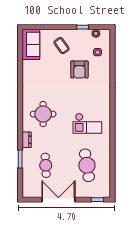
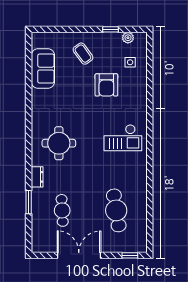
sofa: (31, 44) -> (43, 69), moved
checkout: (87, 123) -> (123, 138), moved

